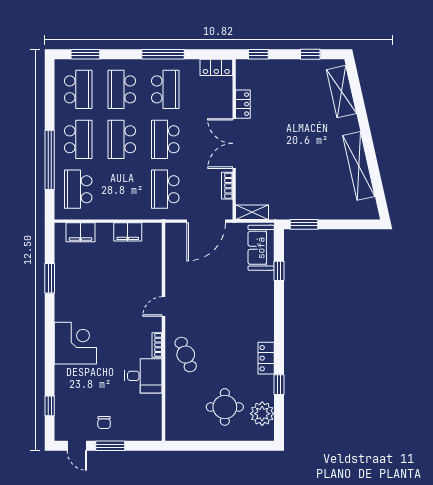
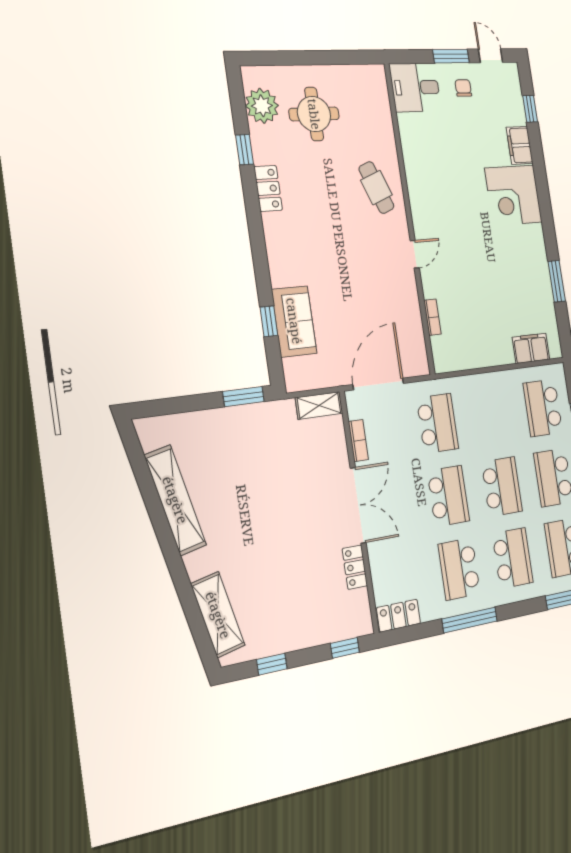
school desk: (78, 189) -> (543, 408), turned 180
filing cabinet: (128, 232) -> (520, 145), moved, turned -90
sofa: (261, 248) -> (294, 321), moved
bookcase: (157, 345) -> (432, 317), moved
desk: (143, 376) -> (415, 87), moved

